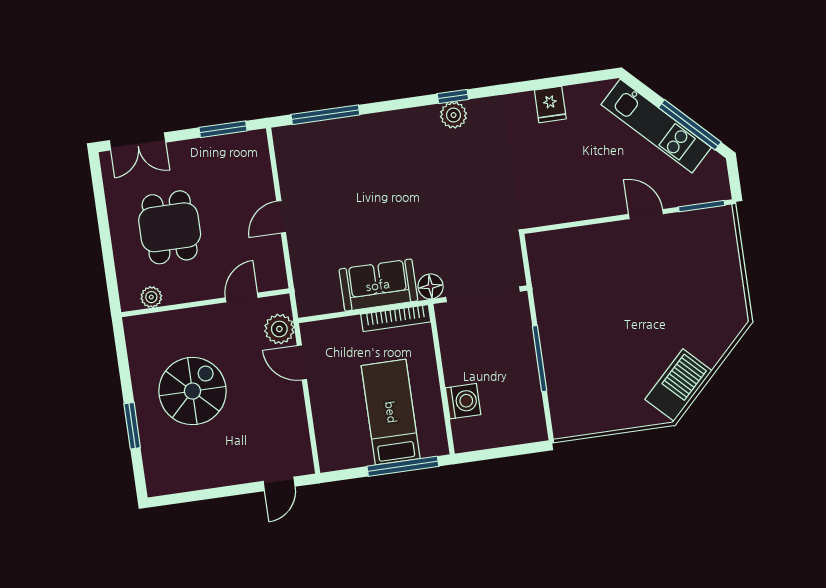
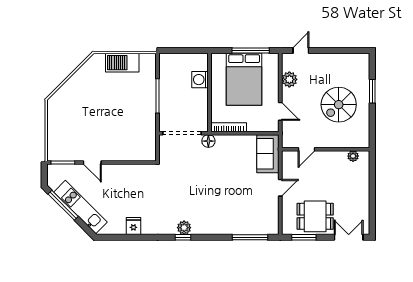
dining table: (170, 227) -> (315, 216), moved, turned 90
sofa: (378, 285) -> (268, 154), moved, turned 90
plant: (279, 329) -> (289, 79), moved
barbecue: (678, 385) -> (122, 63), moved, turned 45
bed: (391, 412) -> (244, 79), width x1.50
window: (403, 466) -> (251, 50), moved

